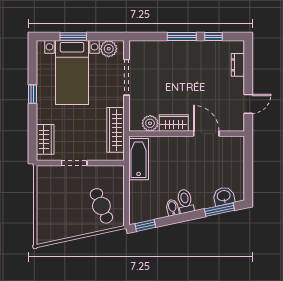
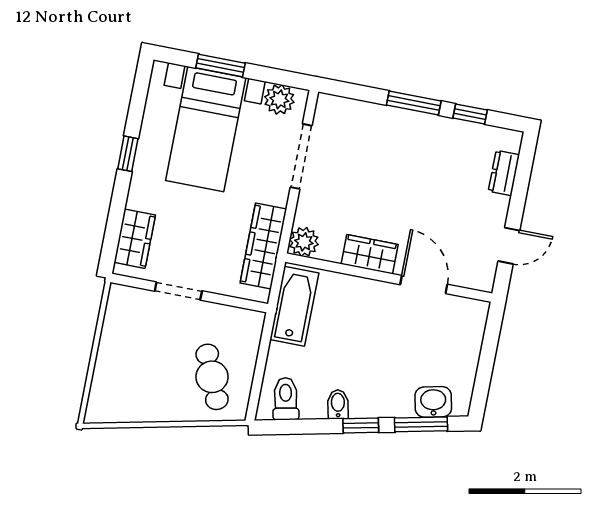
plant: (150, 123) -> (304, 242), moved
toilet: (185, 201) -> (286, 399), moved
window: (145, 226) -> (361, 426), moved

